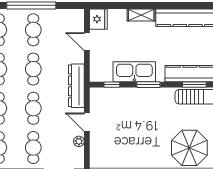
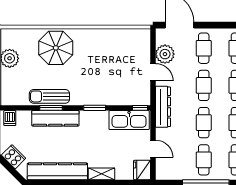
kitchen sink: (134, 72) -> (129, 120), moved
window: (112, 85) -> (140, 108), moved
plant: (79, 141) -> (165, 54), width x1.87, depth x1.87

